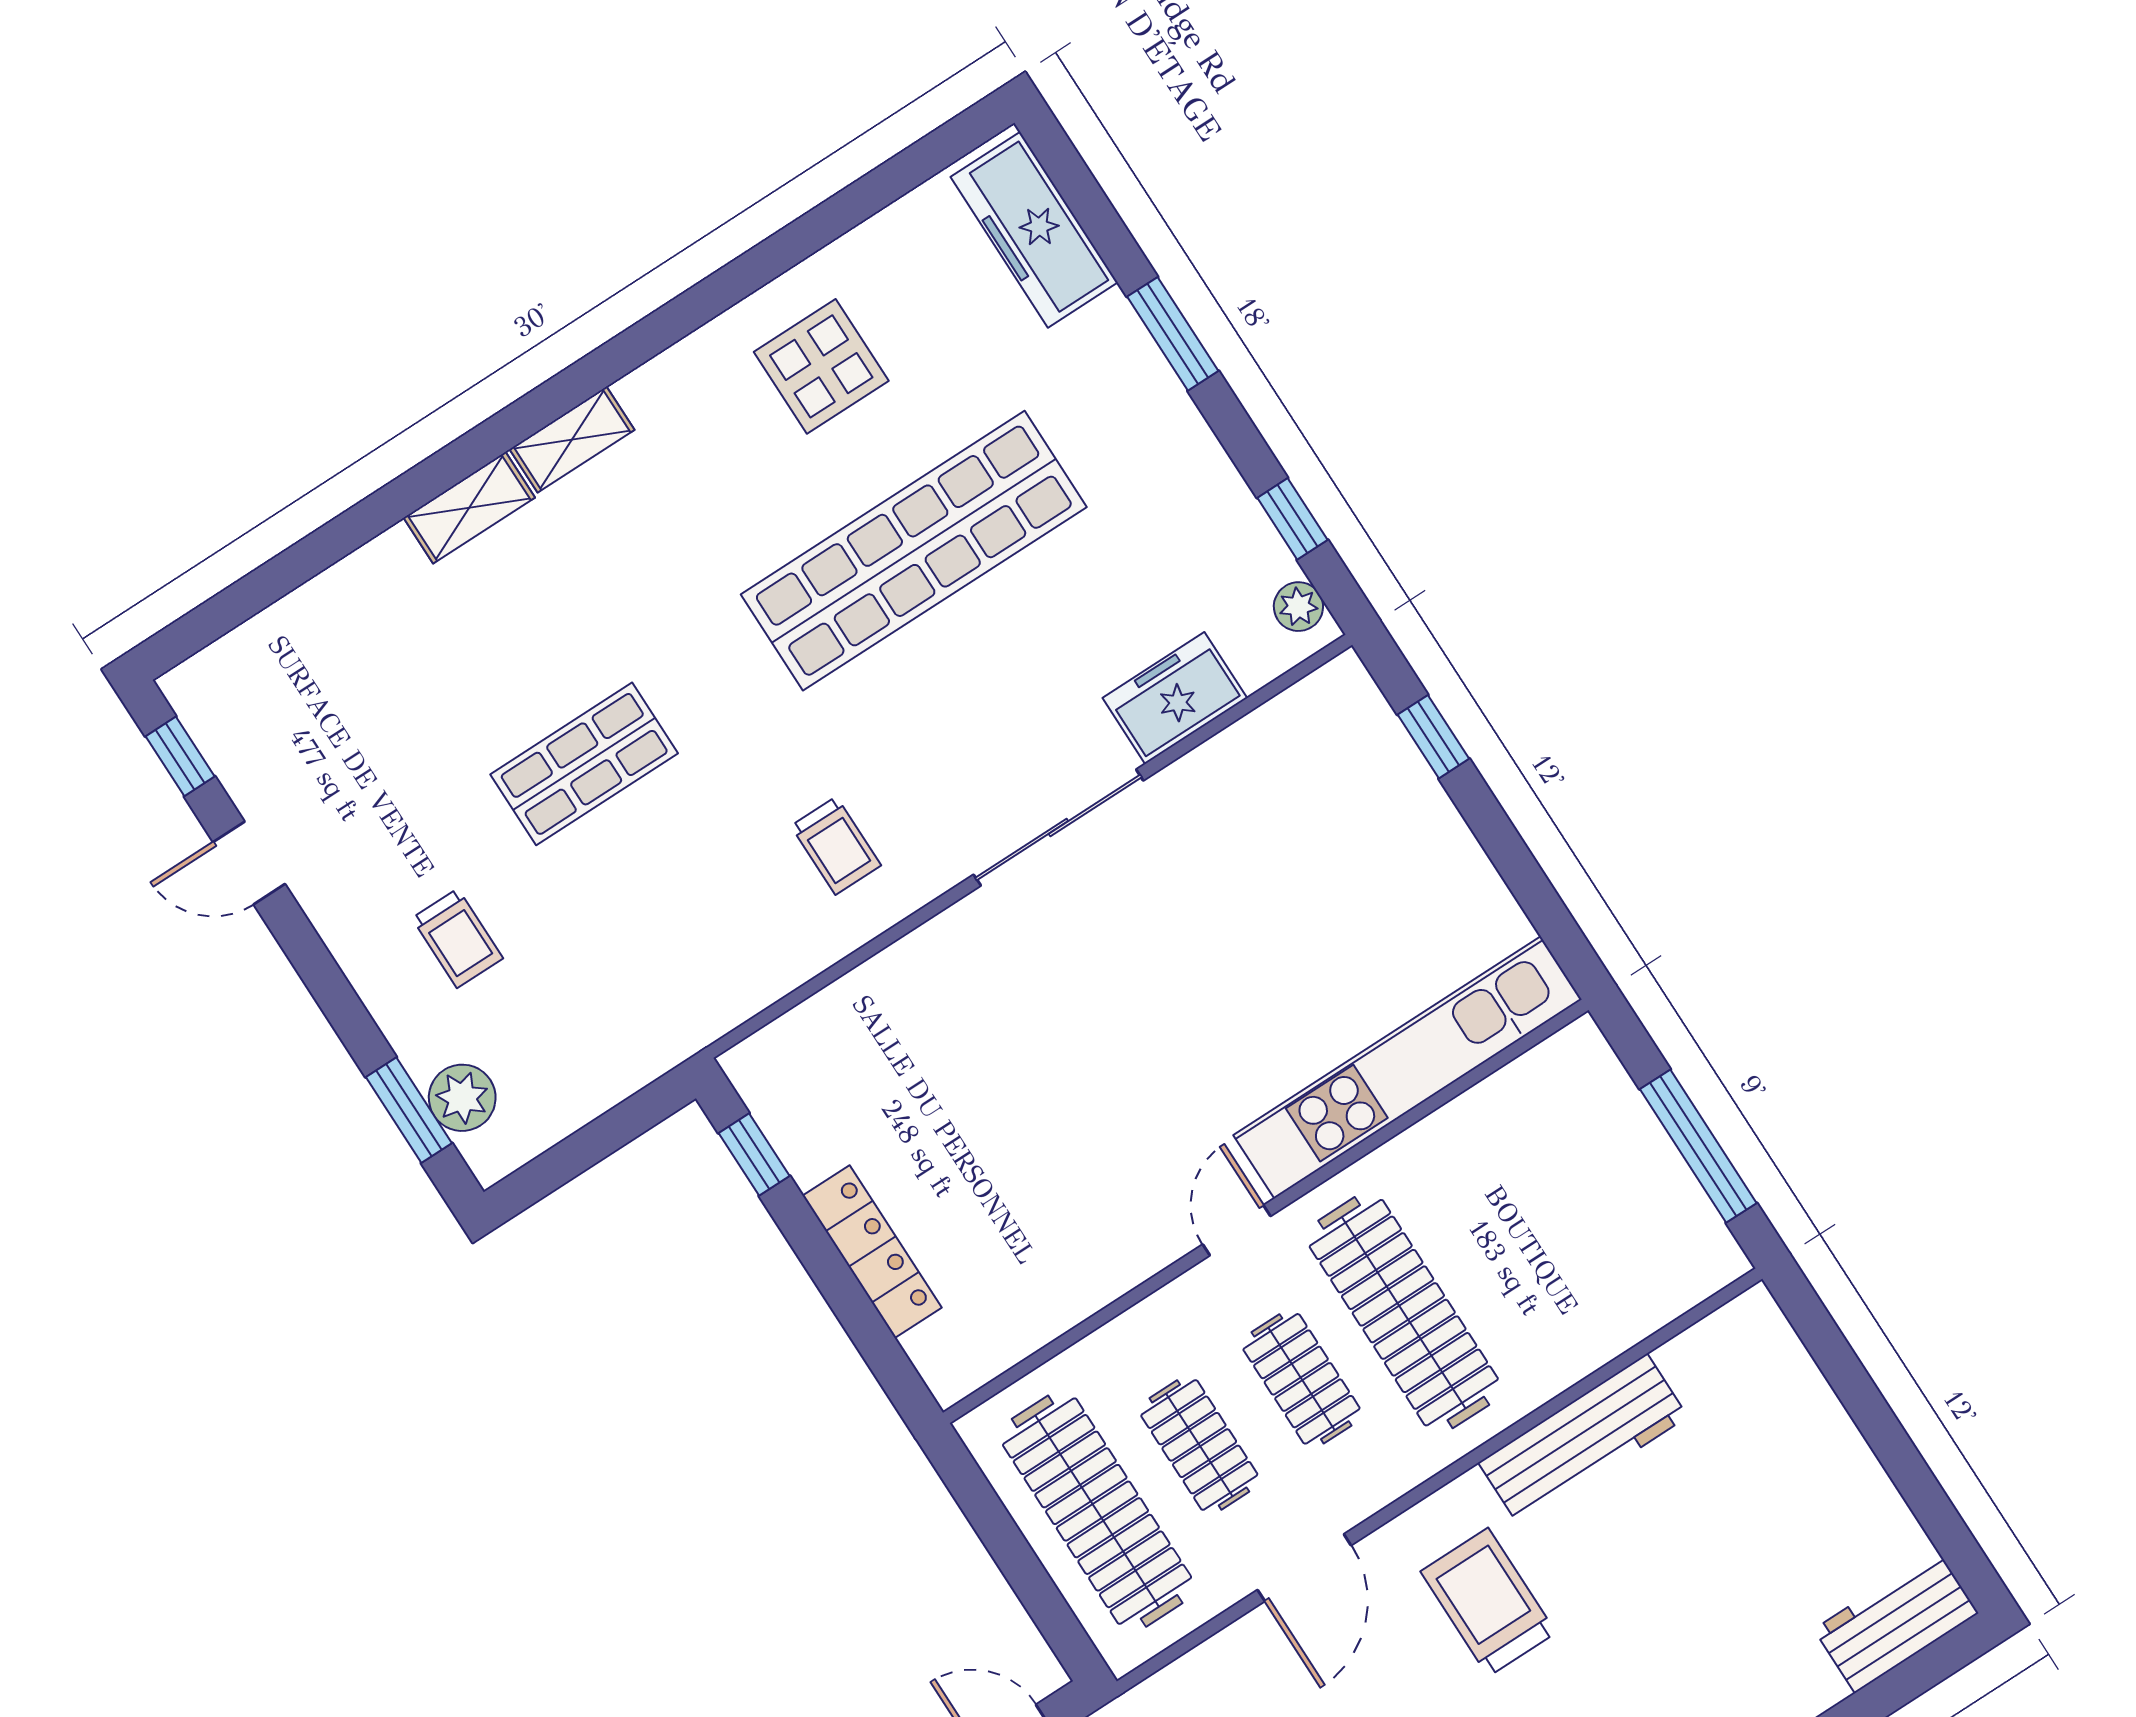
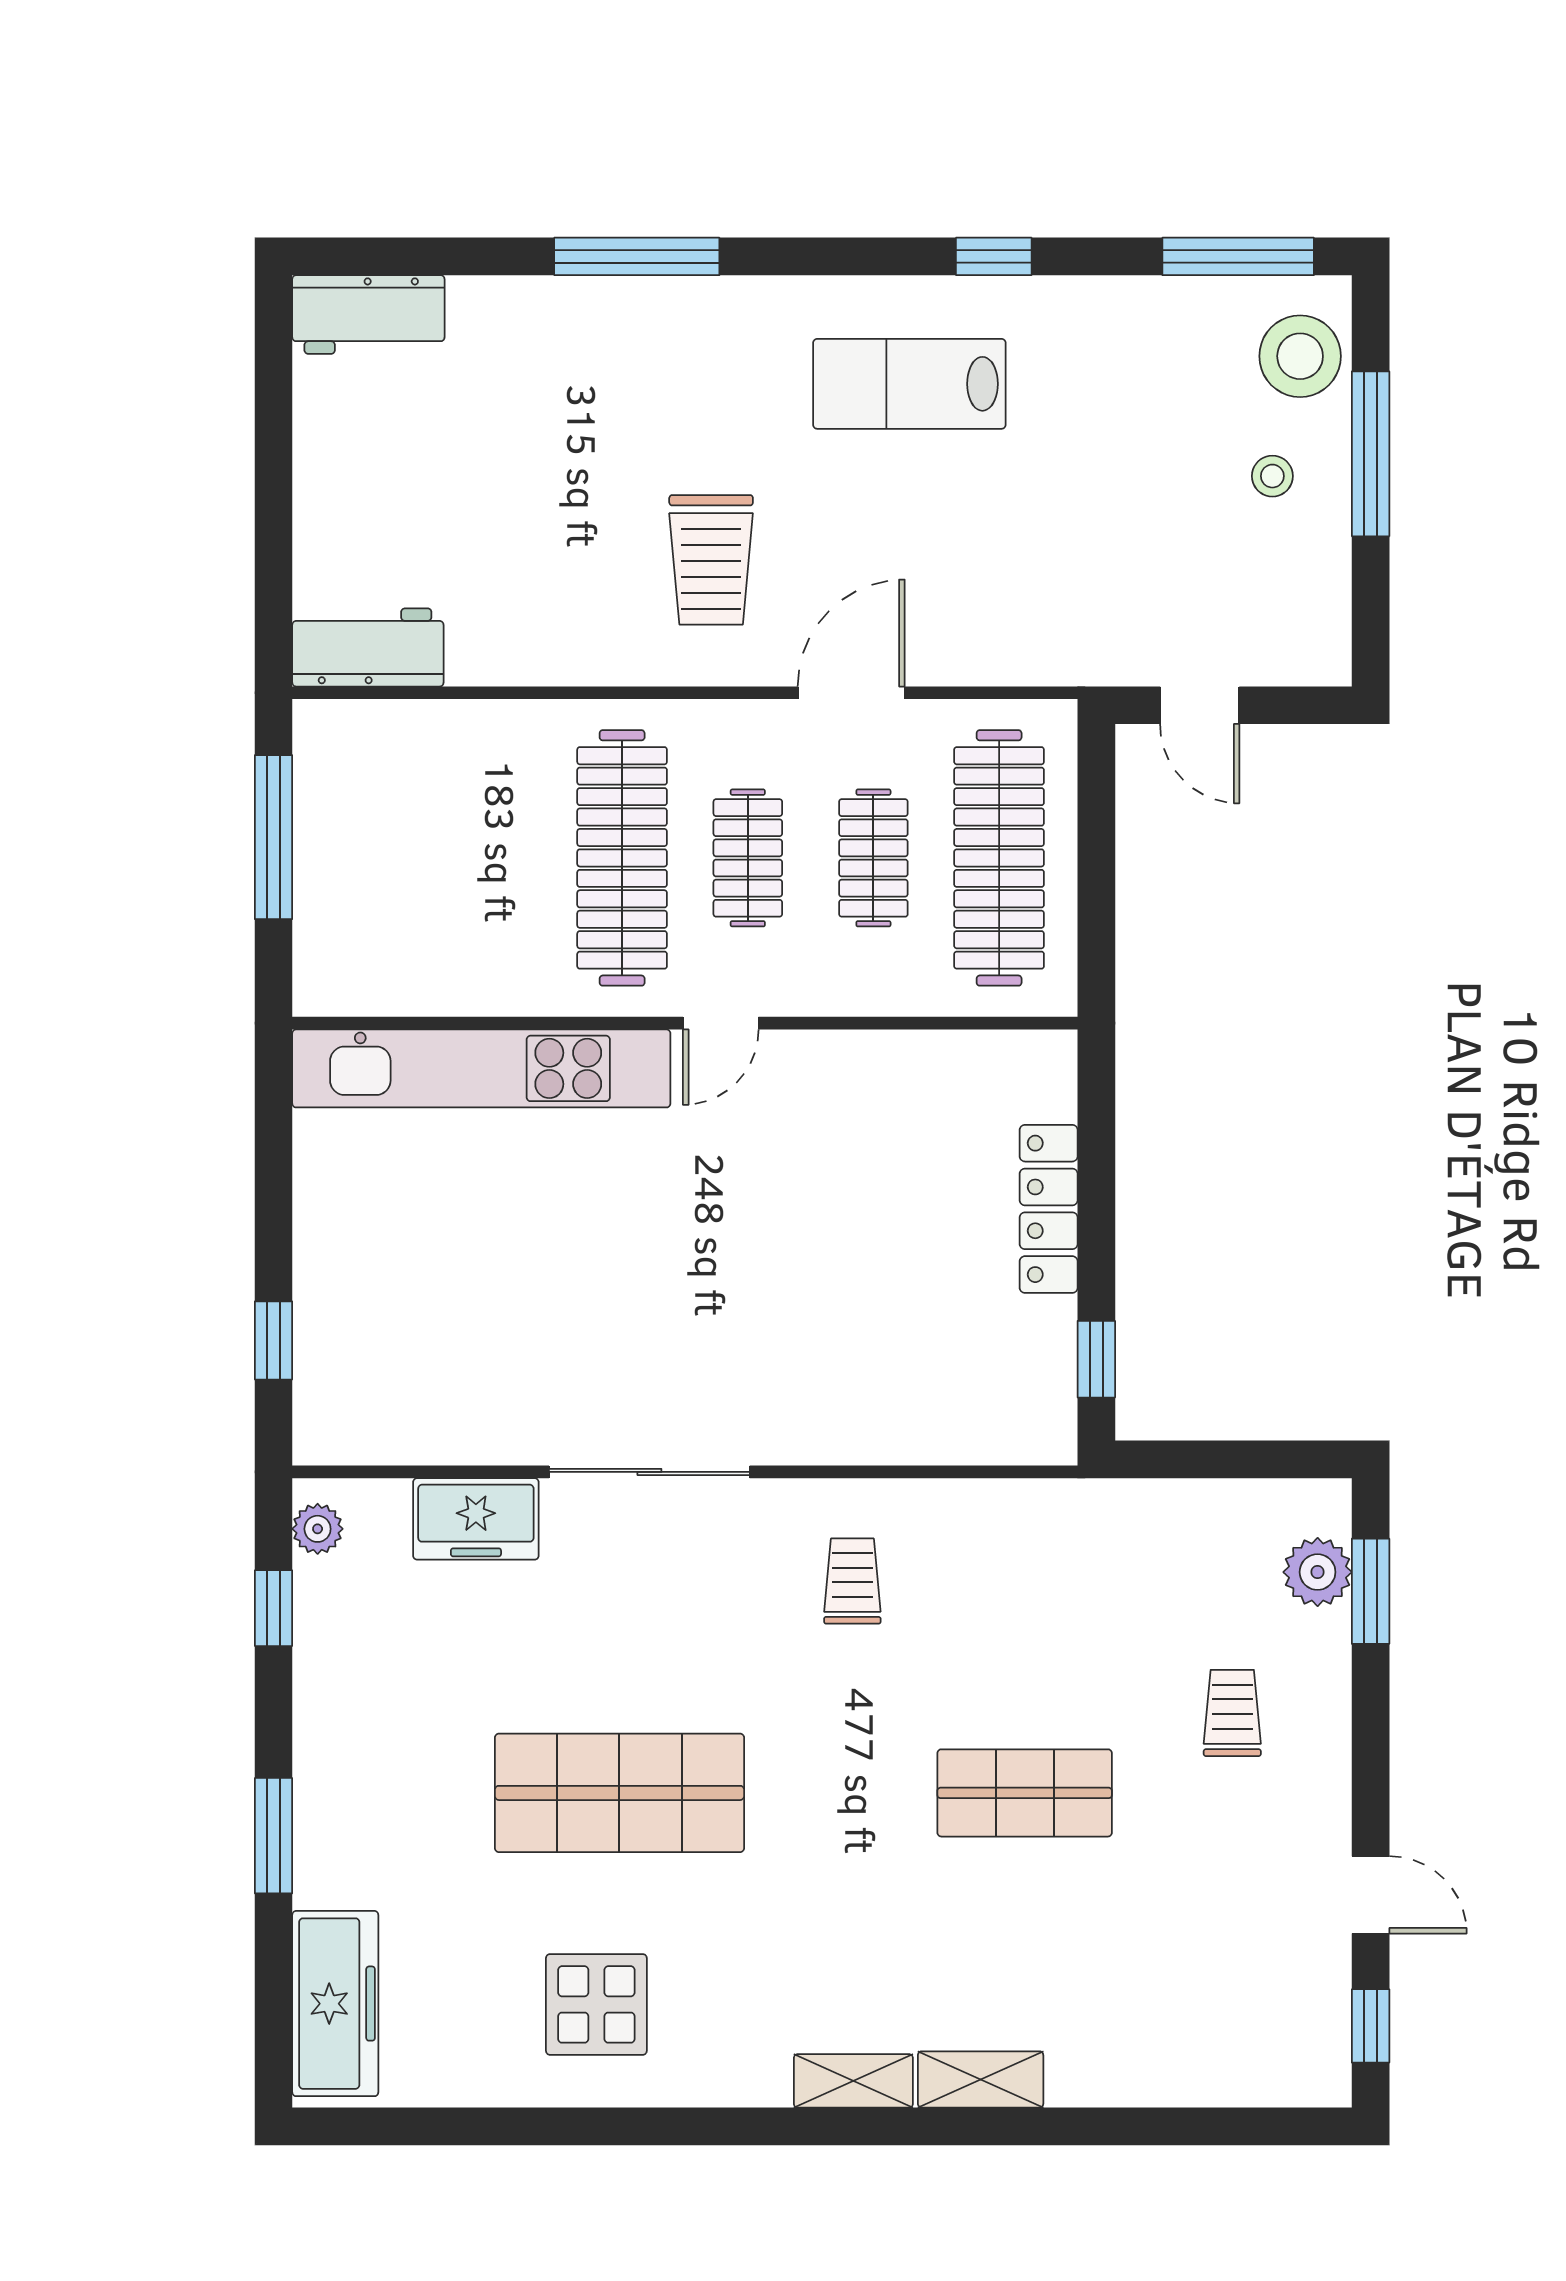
shop shelf: (914, 551) -> (619, 1793), width x0.71
workbench: (1583, 1440) -> (368, 647), moved, width x0.73

